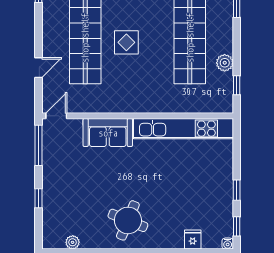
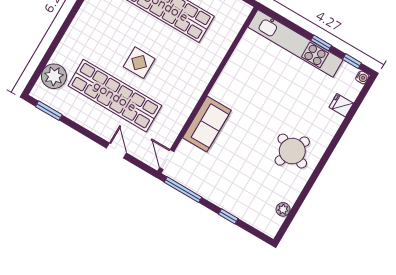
kitchen unit: (183, 129) -> (295, 43), moved, turned 90

